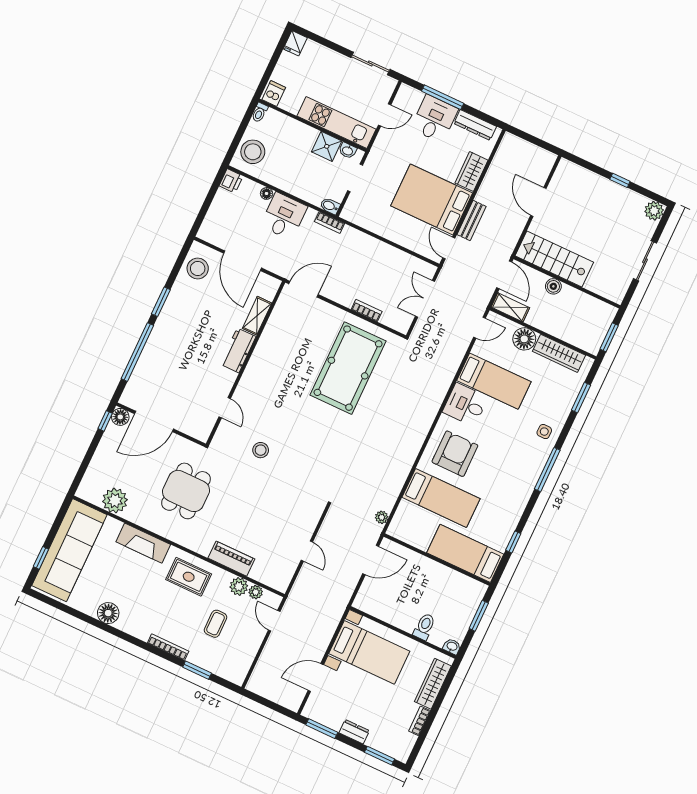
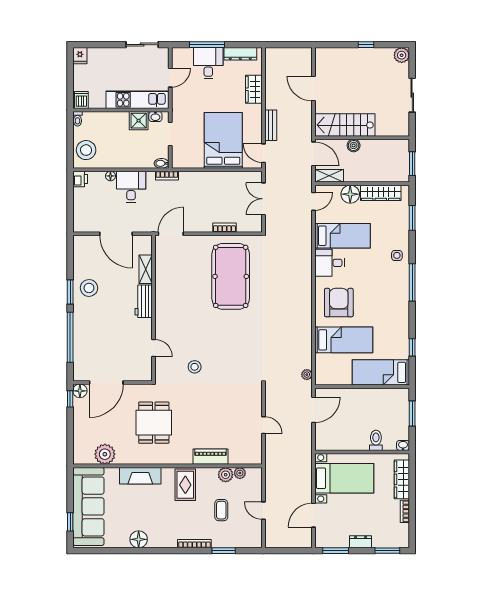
bed: (432, 199) -> (223, 140), moved, turned 90
stool: (198, 268) -> (89, 288), moved
rug: (189, 577) -> (185, 485), turned 90
door: (274, 621) -> (263, 511), moved

